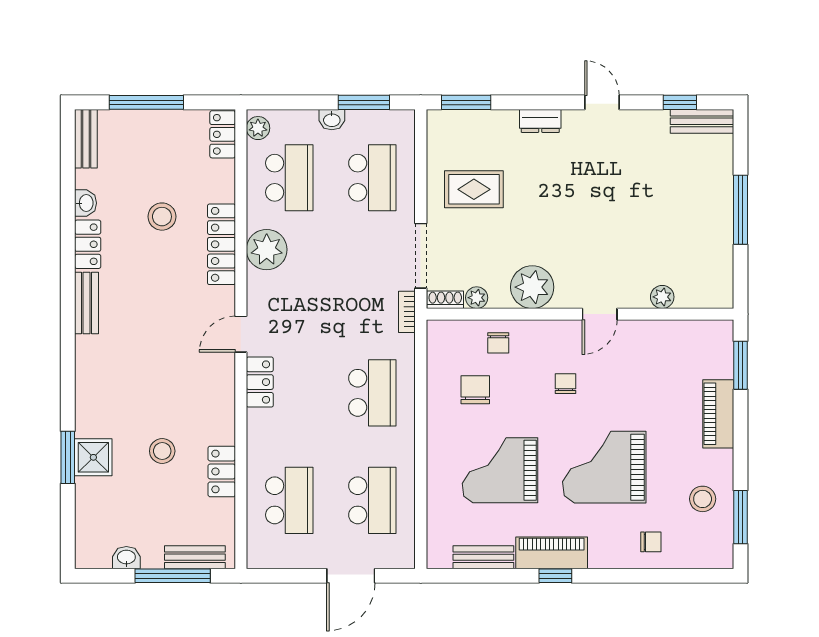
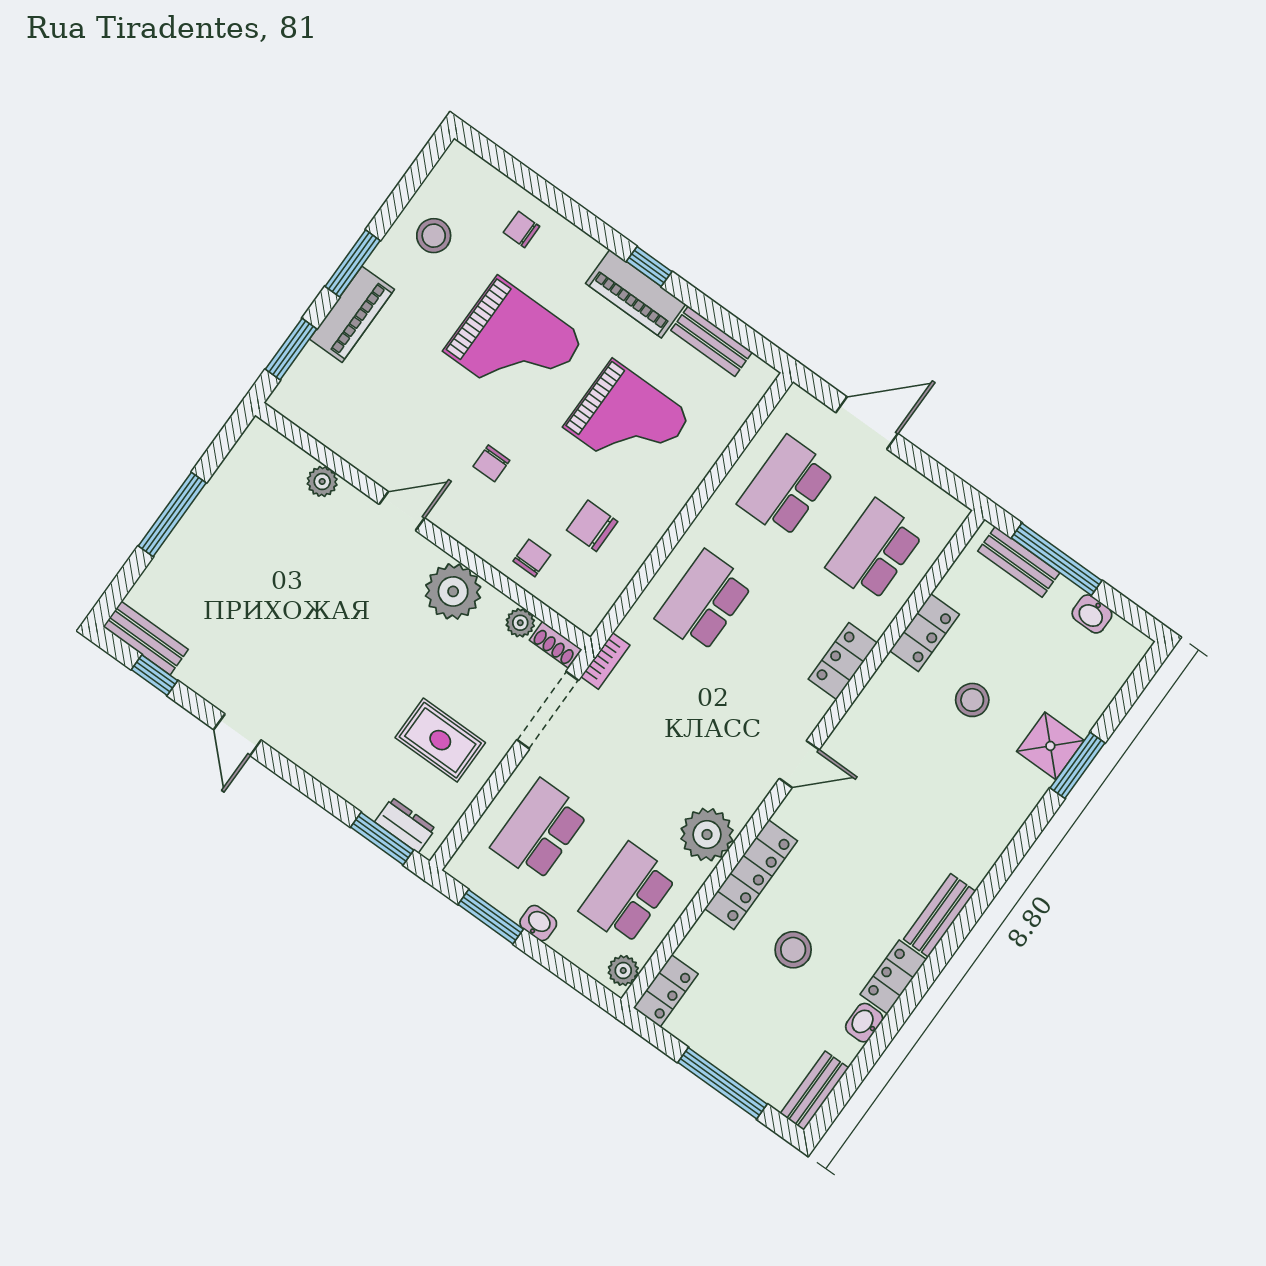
dresser: (540, 121) -> (405, 825), moved
locker: (260, 382) -> (843, 661), moved
chair: (475, 390) -> (592, 526), turned 90
window: (740, 517) -> (353, 263), moved

